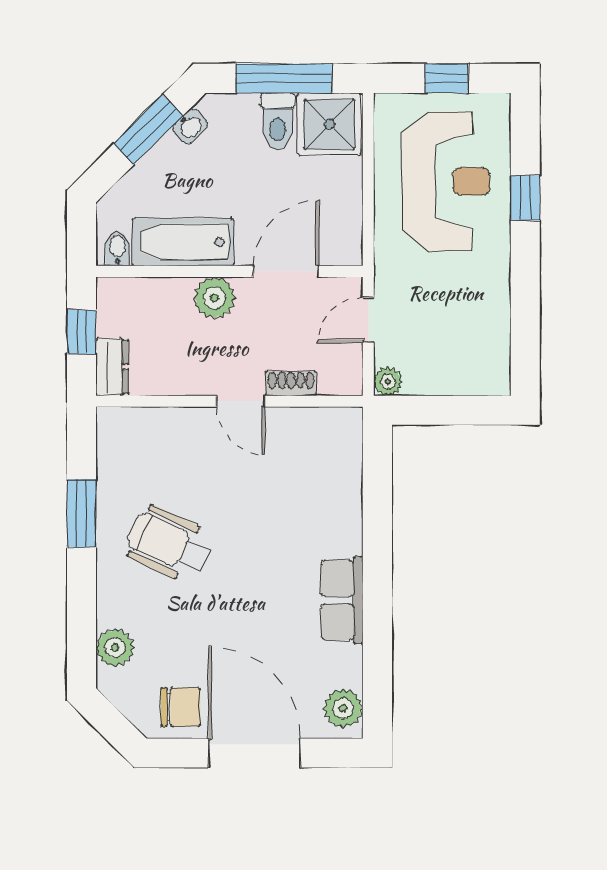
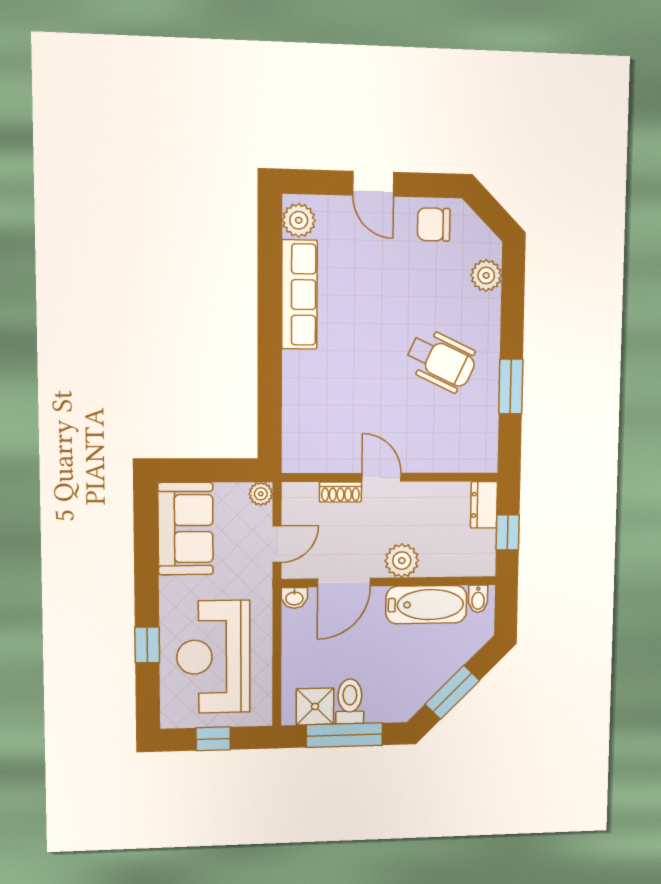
shower: (329, 124) -> (315, 706), width x0.73, depth x0.73
washbasin: (190, 126) -> (294, 598), moved, turned -135
sofa: (478, 340) -> (186, 529), added
row of seats: (342, 600) -> (299, 295), width x1.48
door: (254, 753) -> (373, 184), width x0.53

